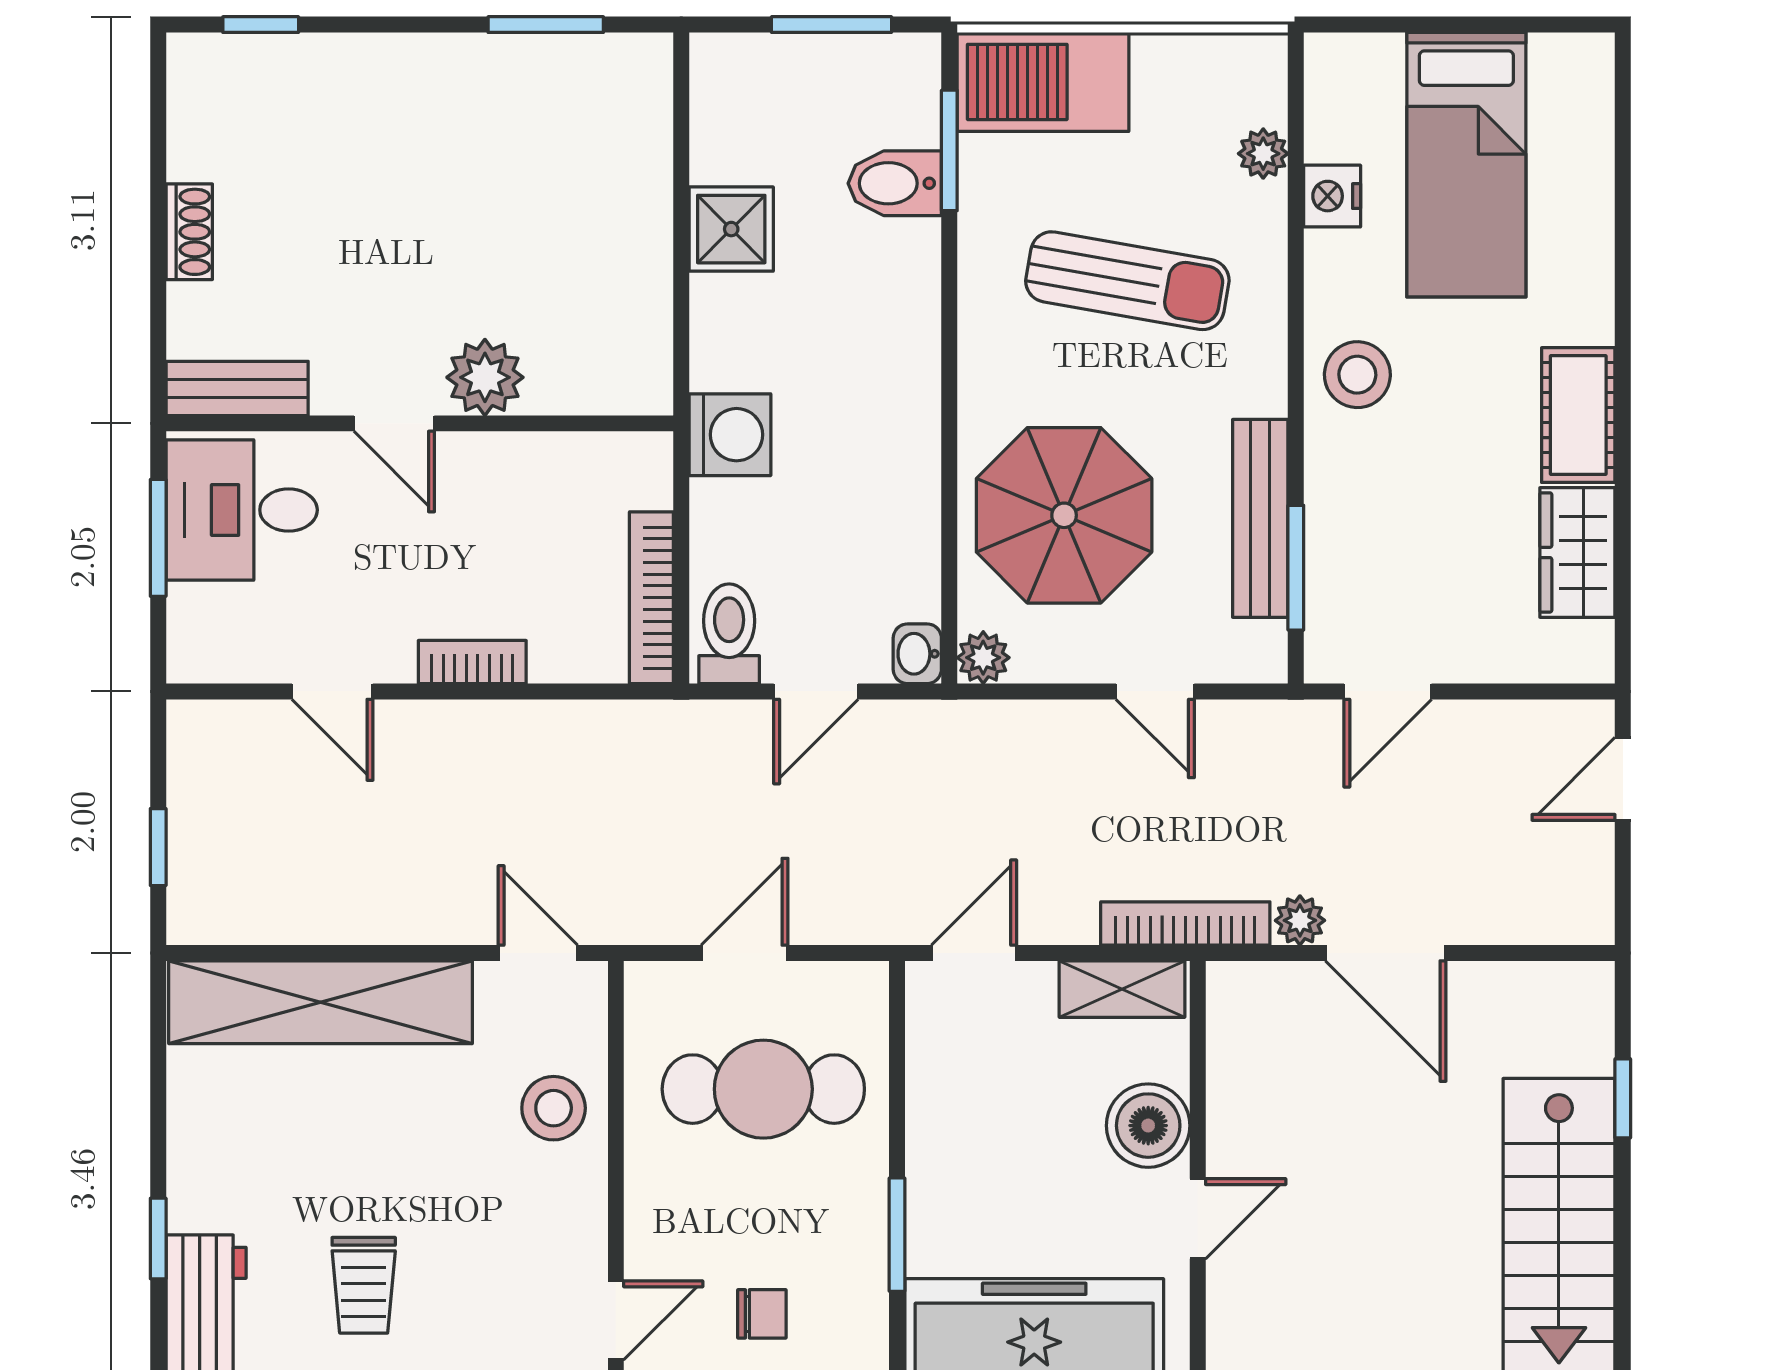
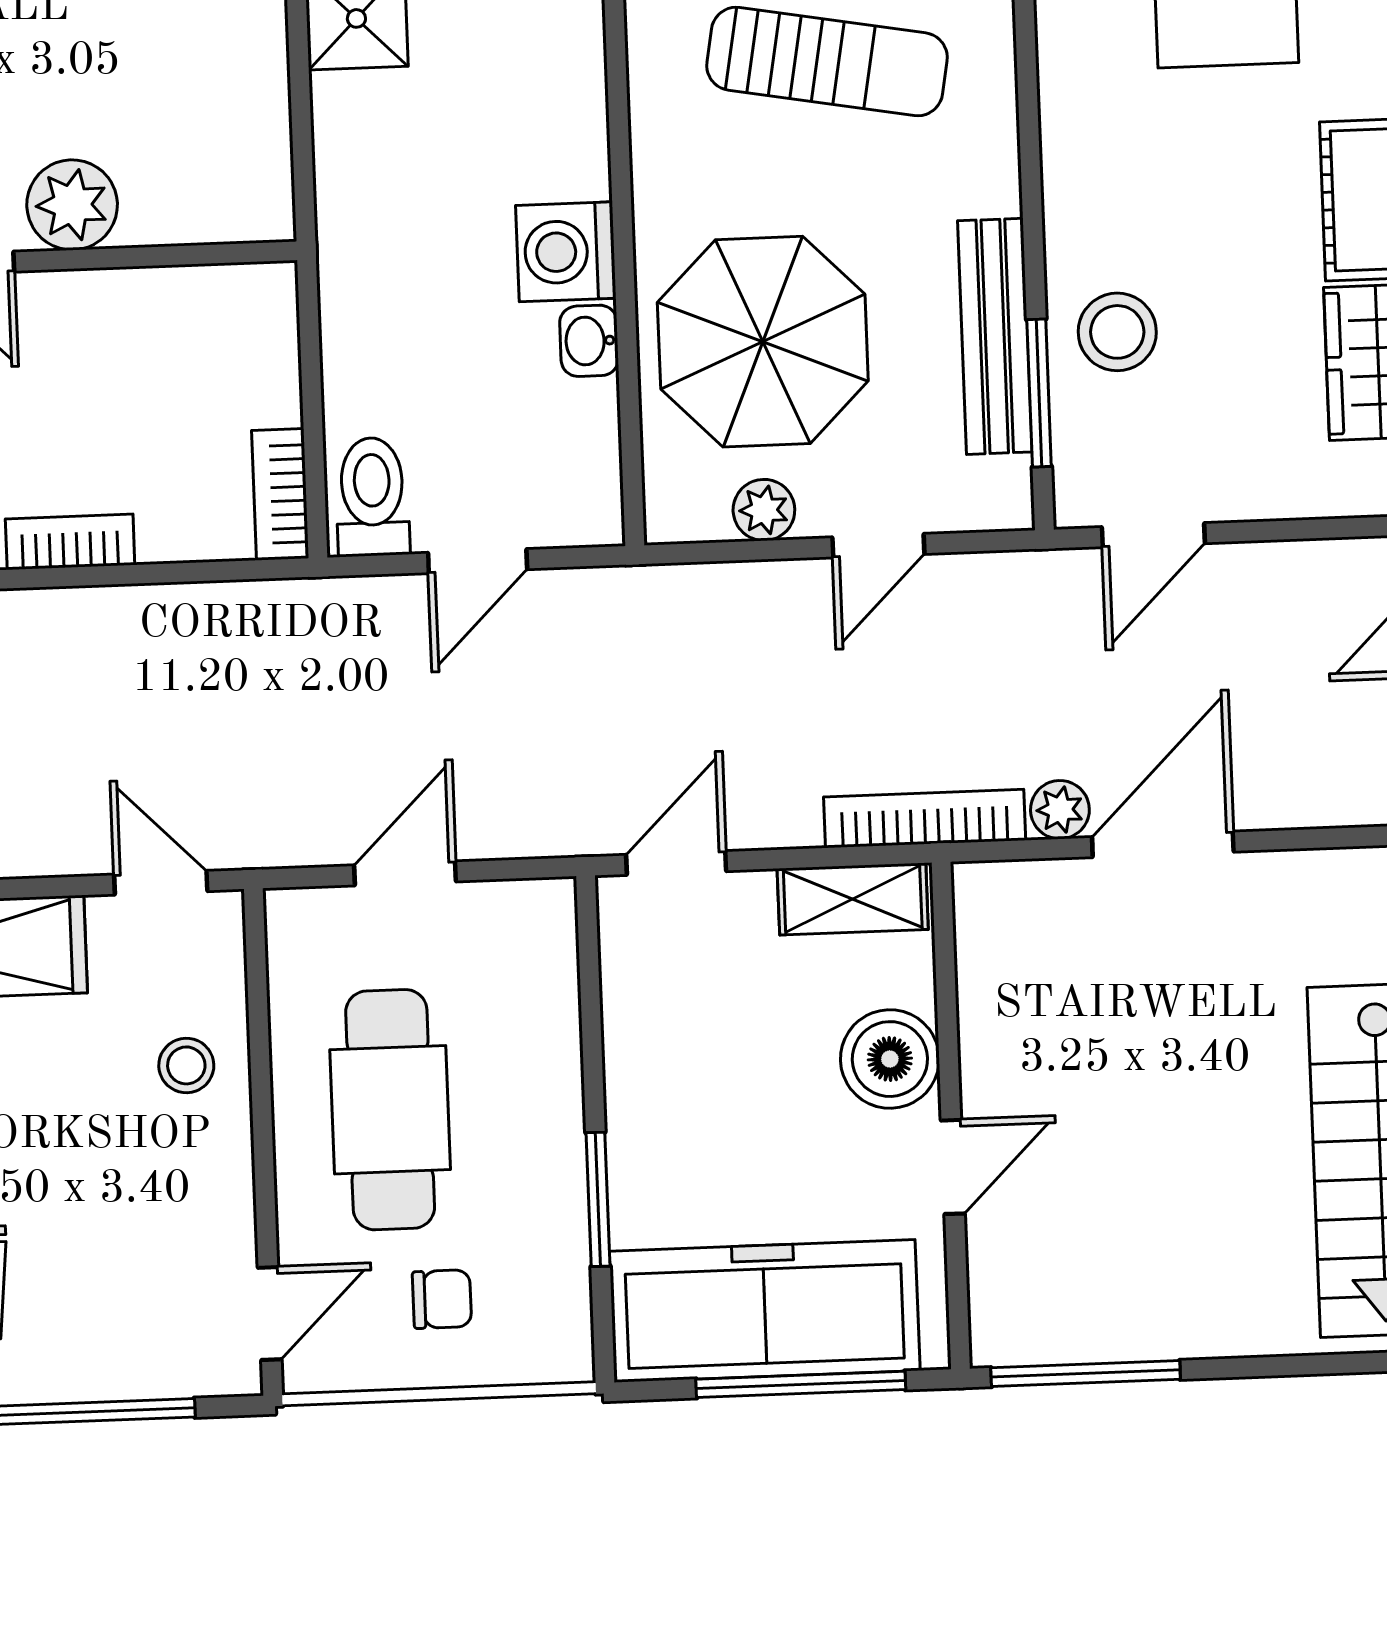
stool: (1357, 375) -> (1117, 332), moved
washing machine: (730, 435) -> (566, 252), moved, turned 180
bookcase: (651, 598) -> (280, 494), width x0.64
washbasin: (917, 654) -> (589, 341), moved
plant: (983, 658) -> (764, 510), moved
door: (1155, 691) -> (878, 546), hinge flipped
door: (1386, 953) -> (1163, 844), swing flipped
cafe table: (763, 1089) -> (390, 1110), moved, turned 90
stool: (554, 1108) -> (186, 1065), width x0.73, depth x0.73

